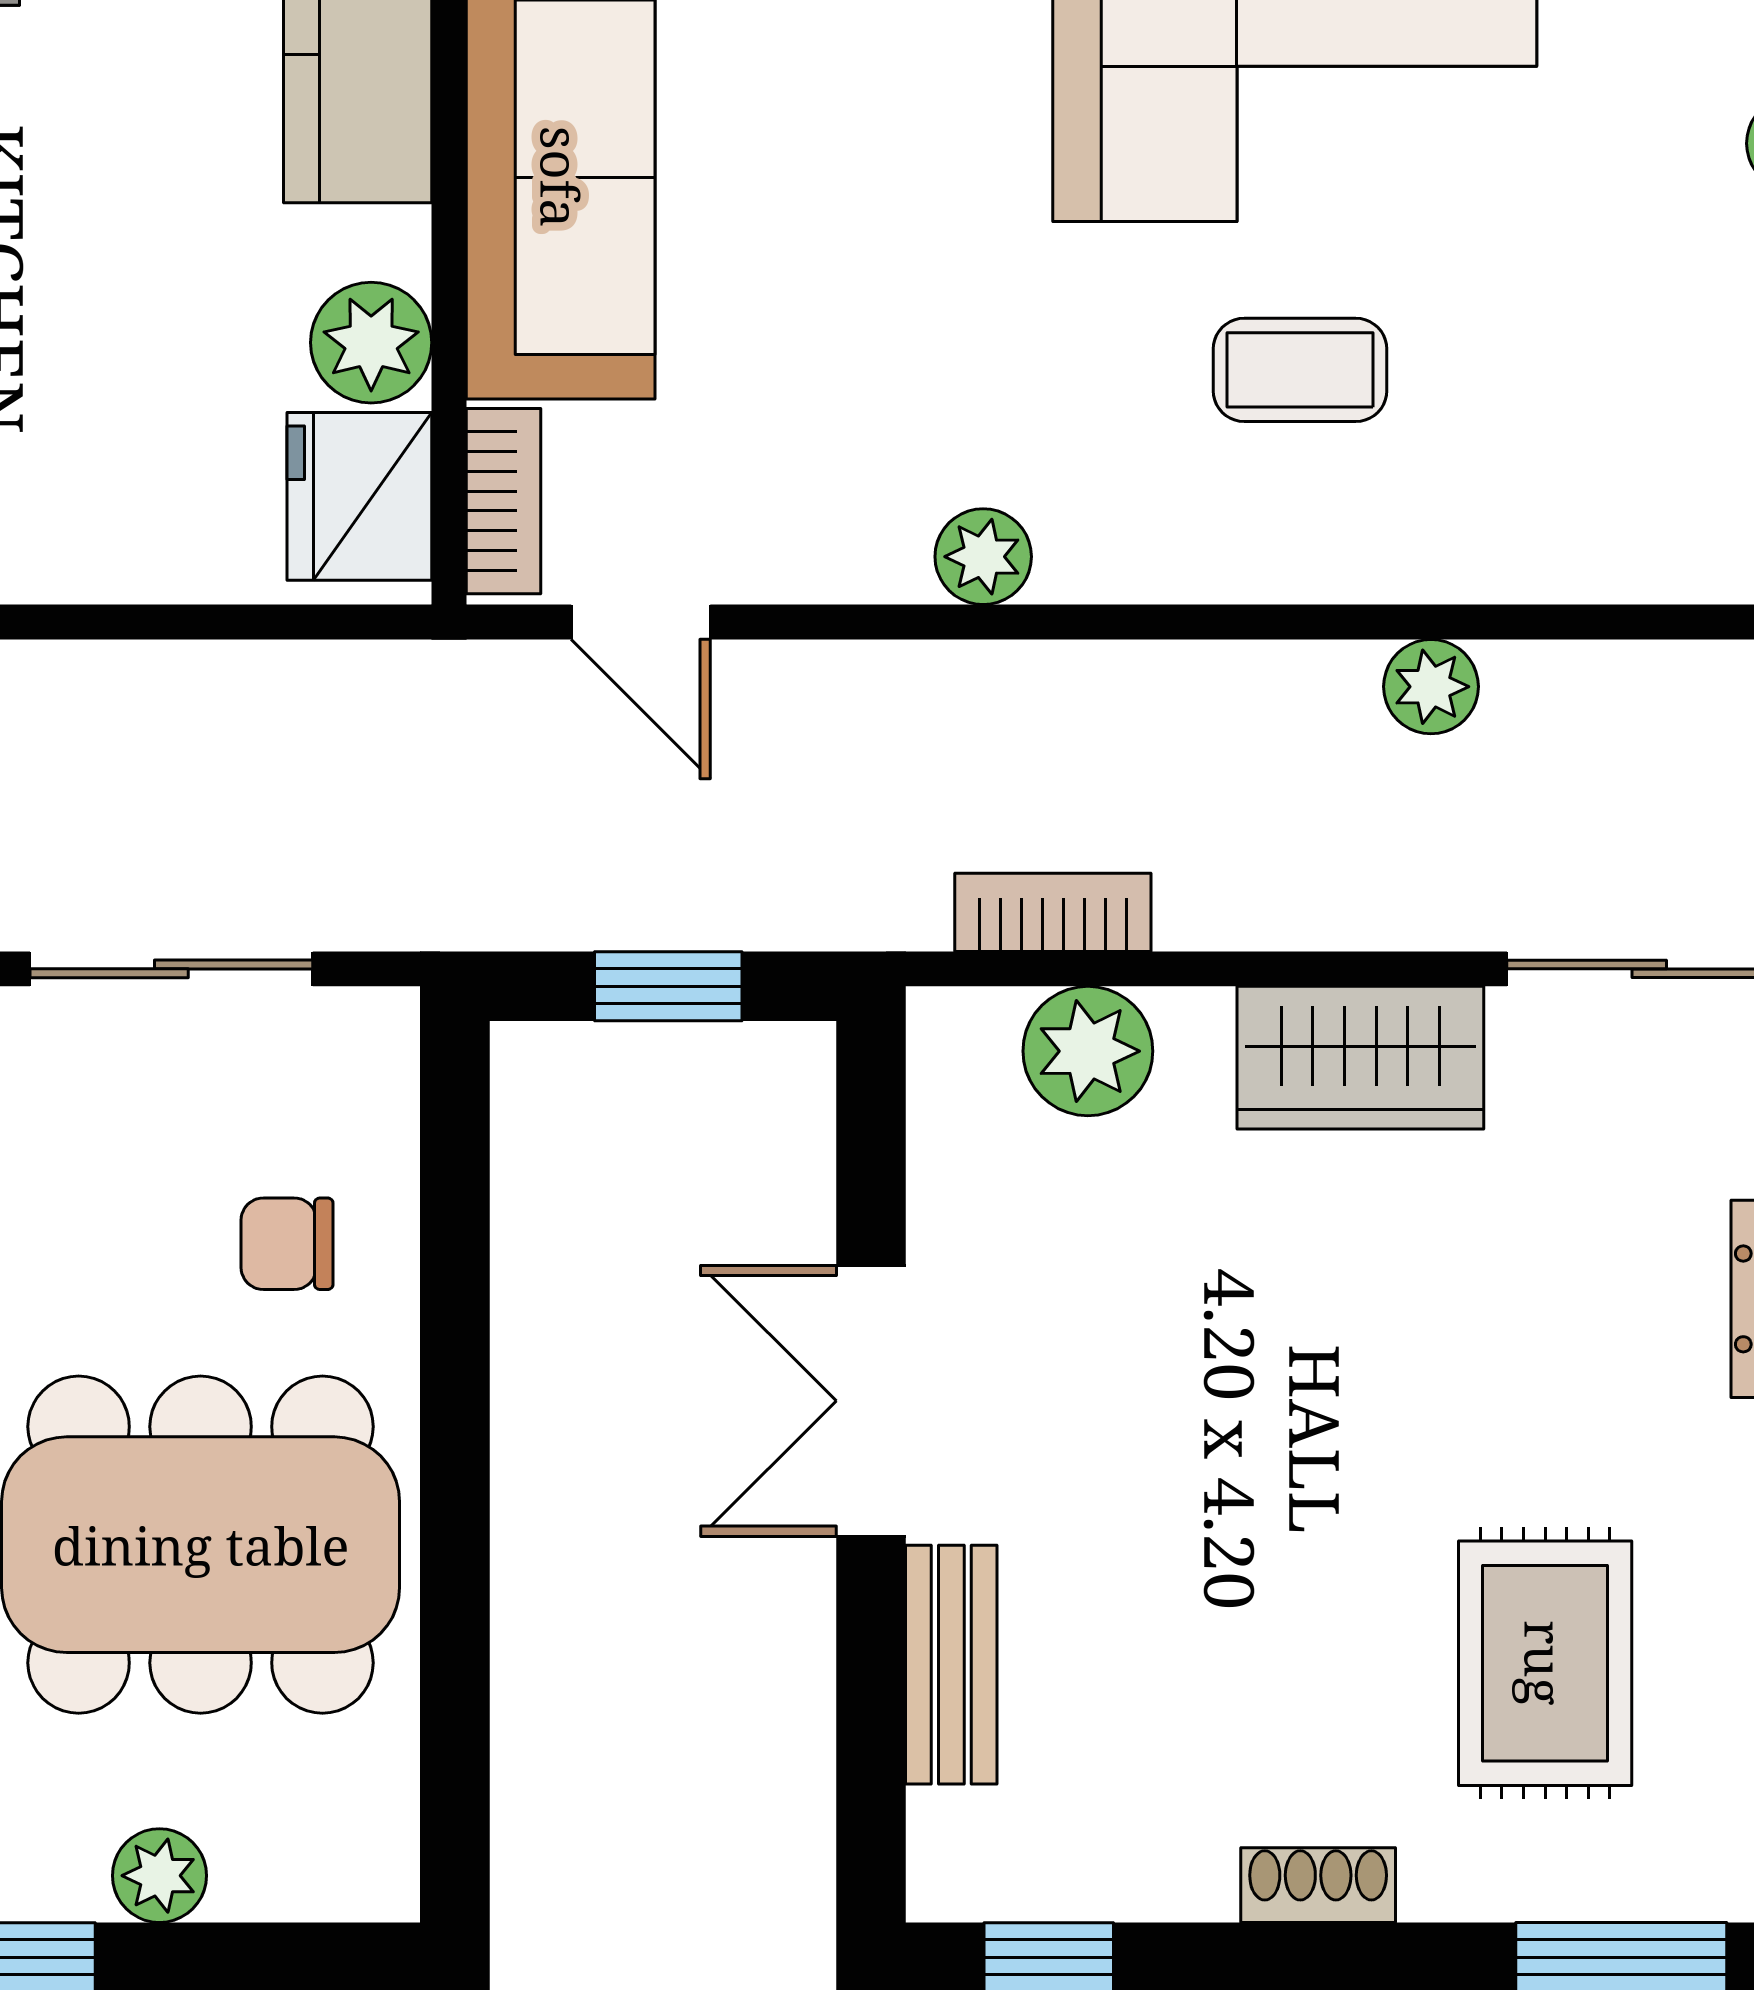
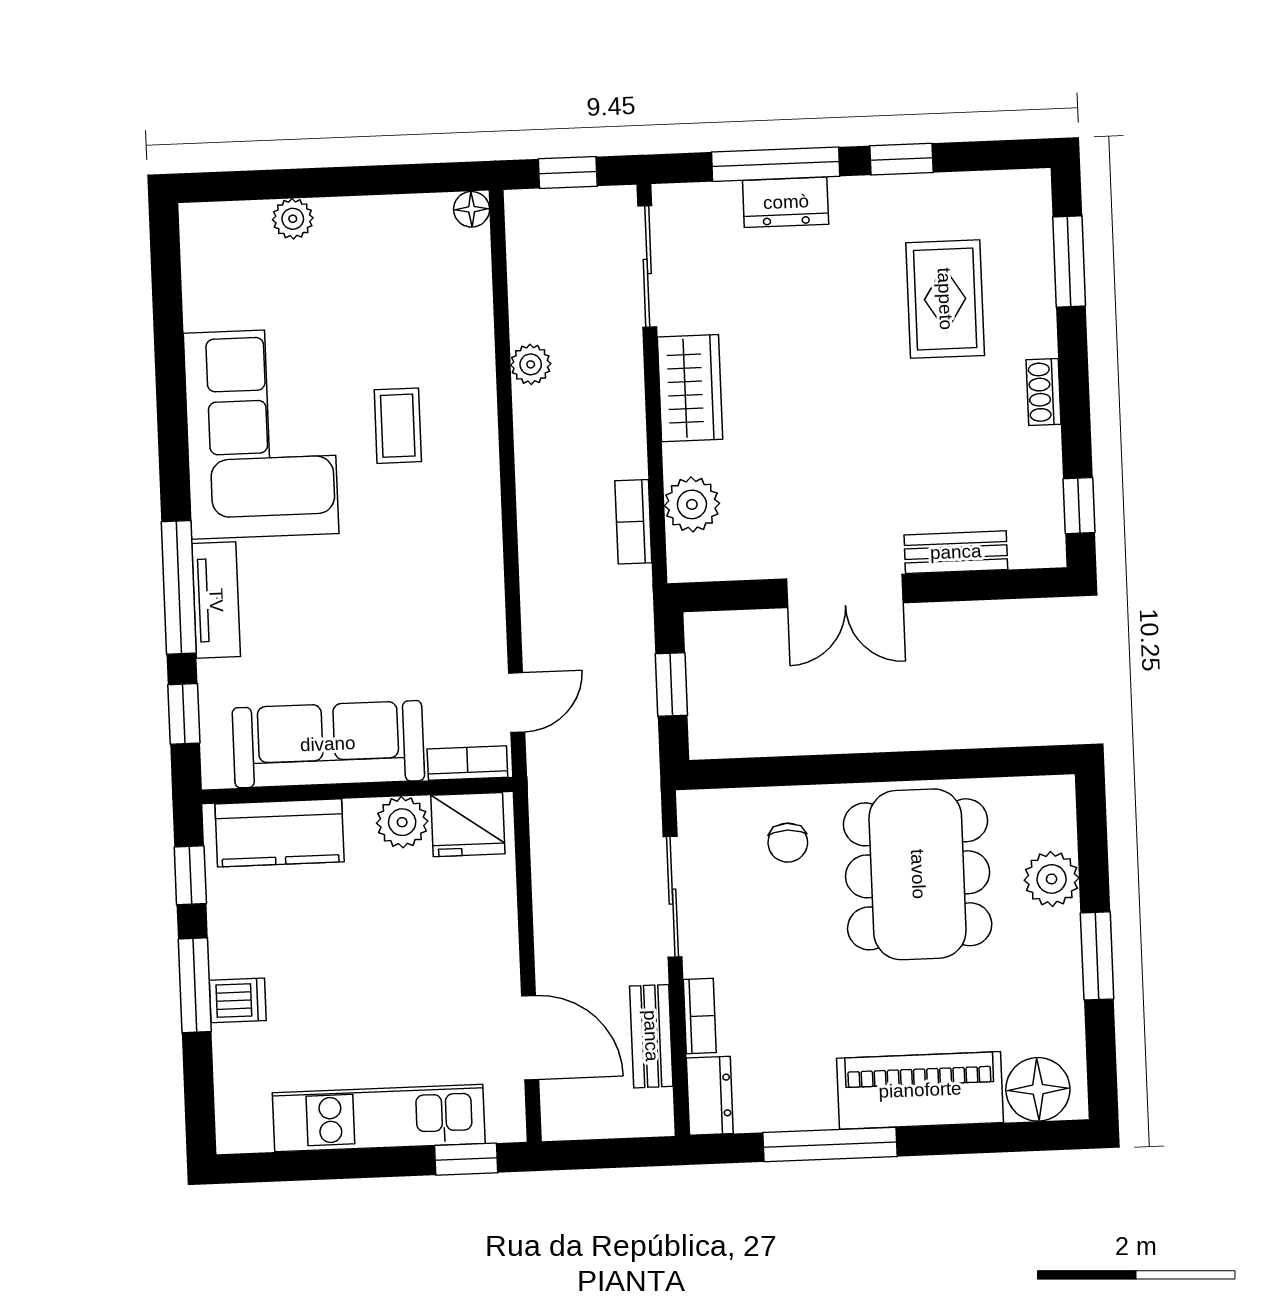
plant: (983, 557) -> (483, 558), removed
rug: (1545, 1663) -> (945, 299), turned 90
plant: (159, 1876) -> (1052, 879), width x1.38, depth x1.38

